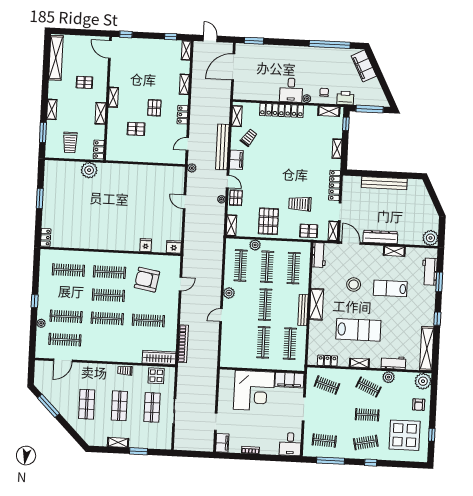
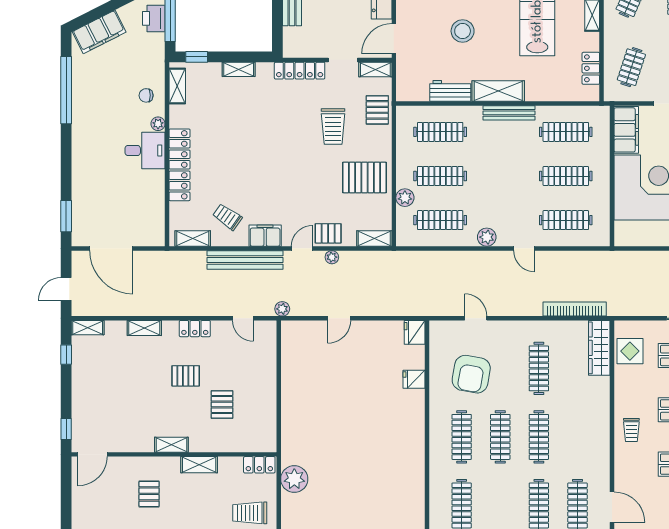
printer: (345, 98) -> (154, 18), moved
trolley: (70, 142) -> (250, 513), turned 180
workbench: (319, 255) -> (450, 91), moved
clothes rail: (265, 305) -> (566, 220), moved
trolley: (125, 371) -> (631, 430), moved

